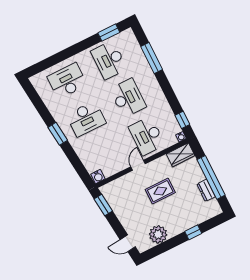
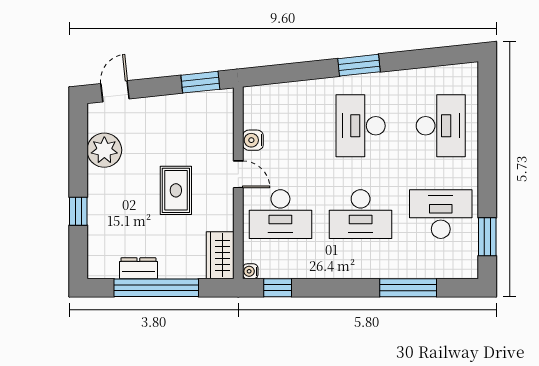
desk: (147, 136) -> (280, 214), turned 180
water cooler: (98, 176) -> (253, 140), moved

